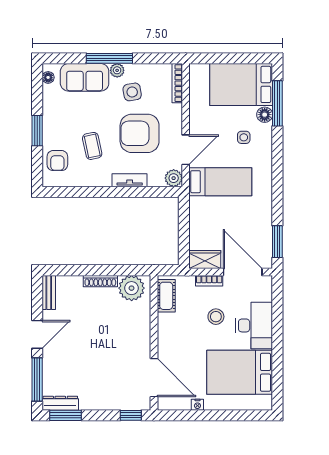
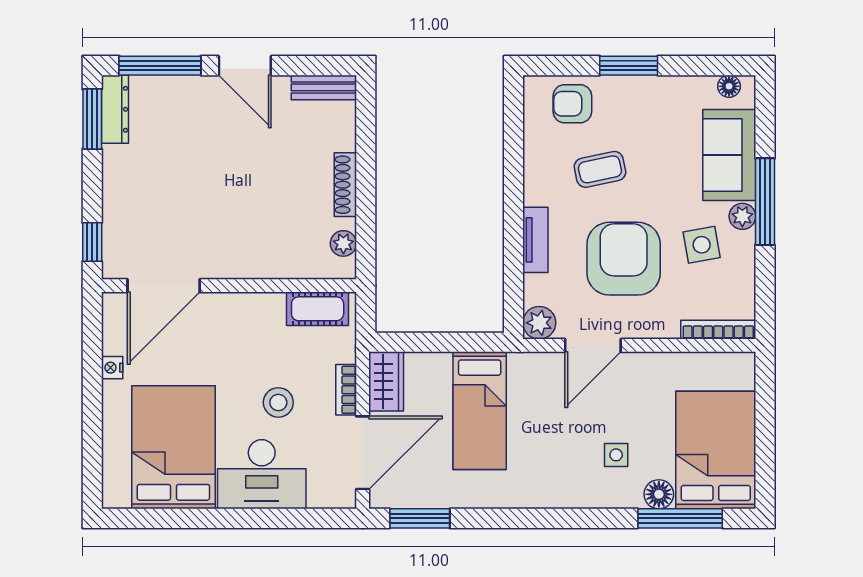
door: (186, 150) -> (593, 345), hinge flipped
bed: (220, 182) -> (480, 411), moved
plant: (132, 288) -> (343, 243), width x0.53, depth x0.53

